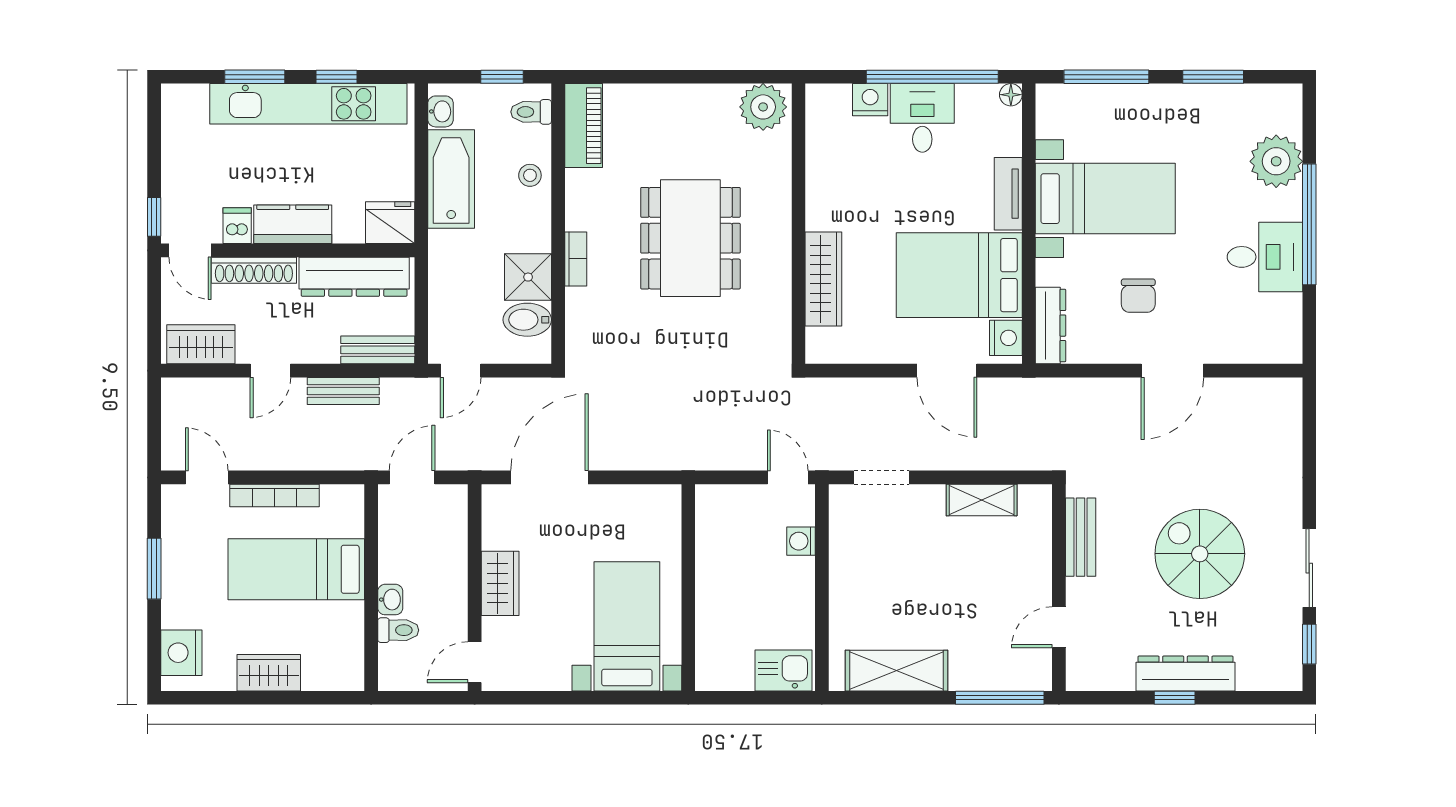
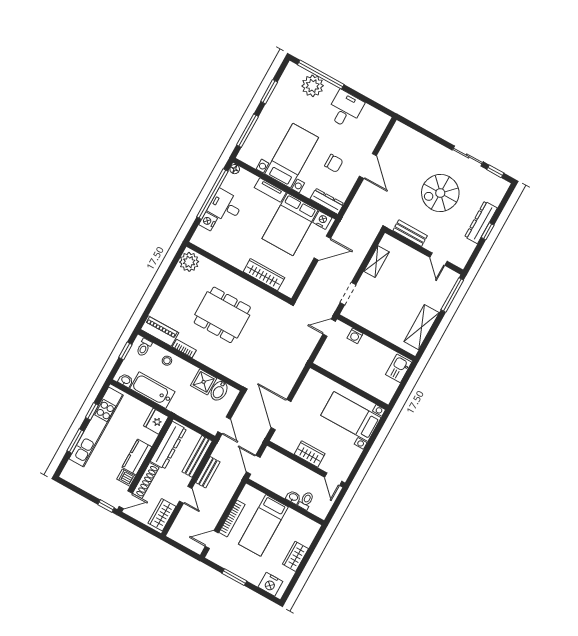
window: (1309, 224) -> (321, 75), moved
bookcase: (576, 259) -> (184, 349), moved
bench: (378, 350) -> (197, 456), width x1.36

